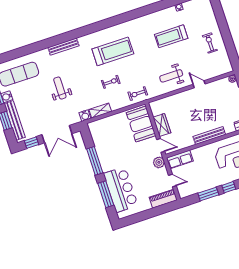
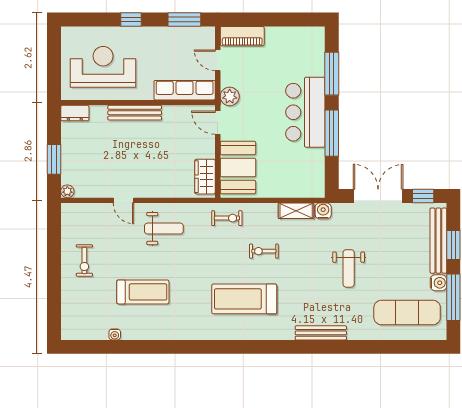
wardrobe: (162, 125) -> (205, 177), moved
row of seats: (180, 159) -> (185, 90), width x1.48
bar counter: (121, 189) -> (305, 112), moved
window: (208, 194) -> (184, 19), moved

